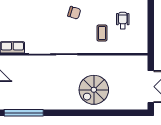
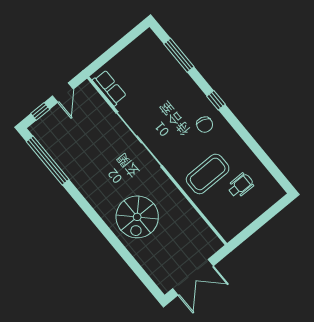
coffee table: (102, 33) -> (208, 174), width x1.86, depth x1.72
spiral stairs: (94, 90) -> (137, 217), turned -90

